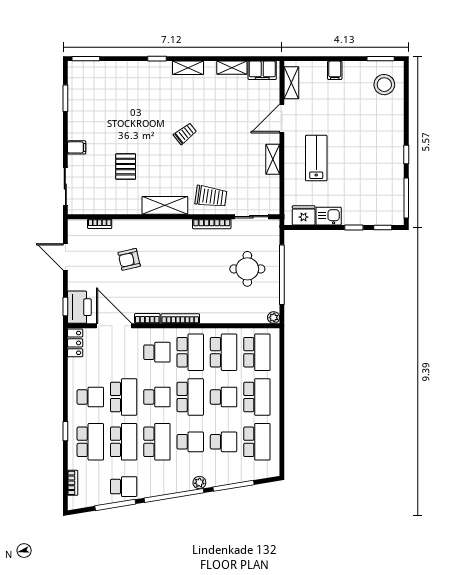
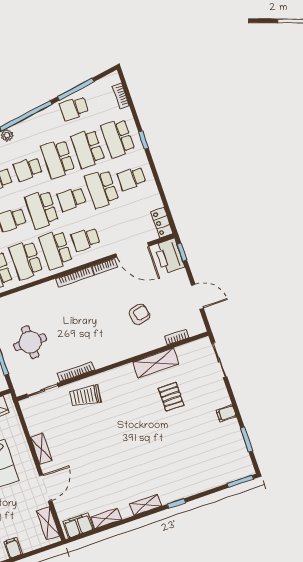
trolley: (185, 134) -> (128, 445), removed
filing cabinet: (77, 147) -> (226, 413), moved
shelving: (165, 205) -> (156, 363), moved

